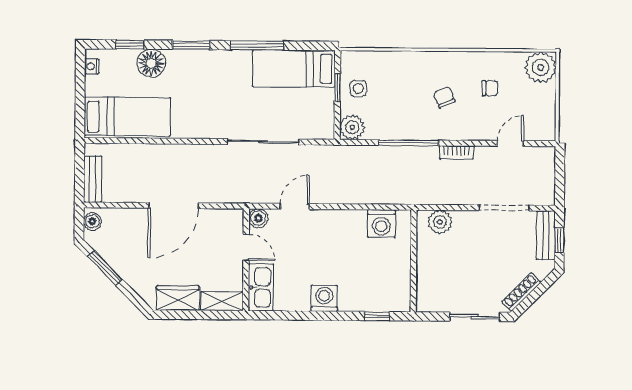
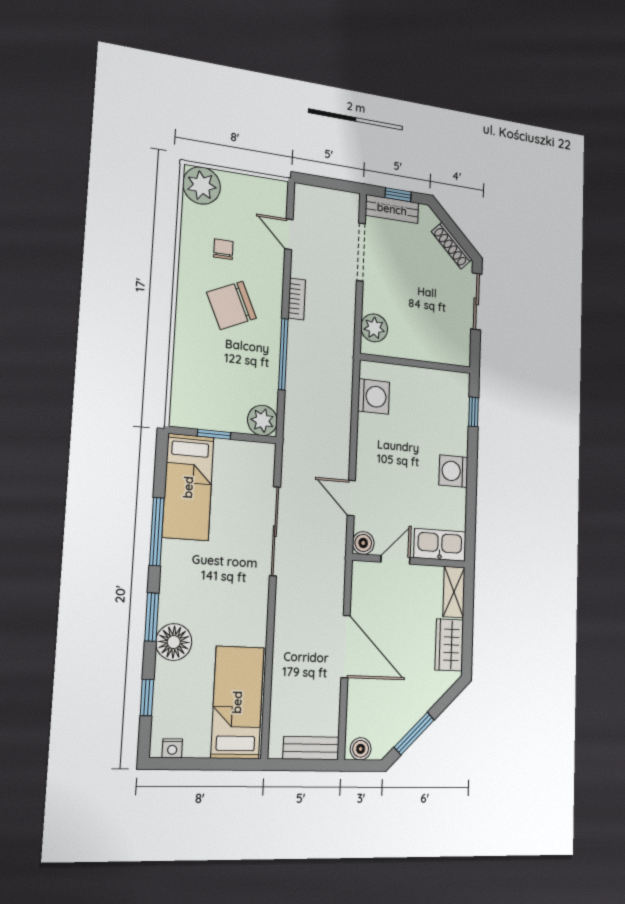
floor lamp: (151, 63) -> (174, 642), moved
side table: (358, 88) -> (216, 409), removed
chair: (444, 97) -> (232, 305), width x1.87, depth x1.87

